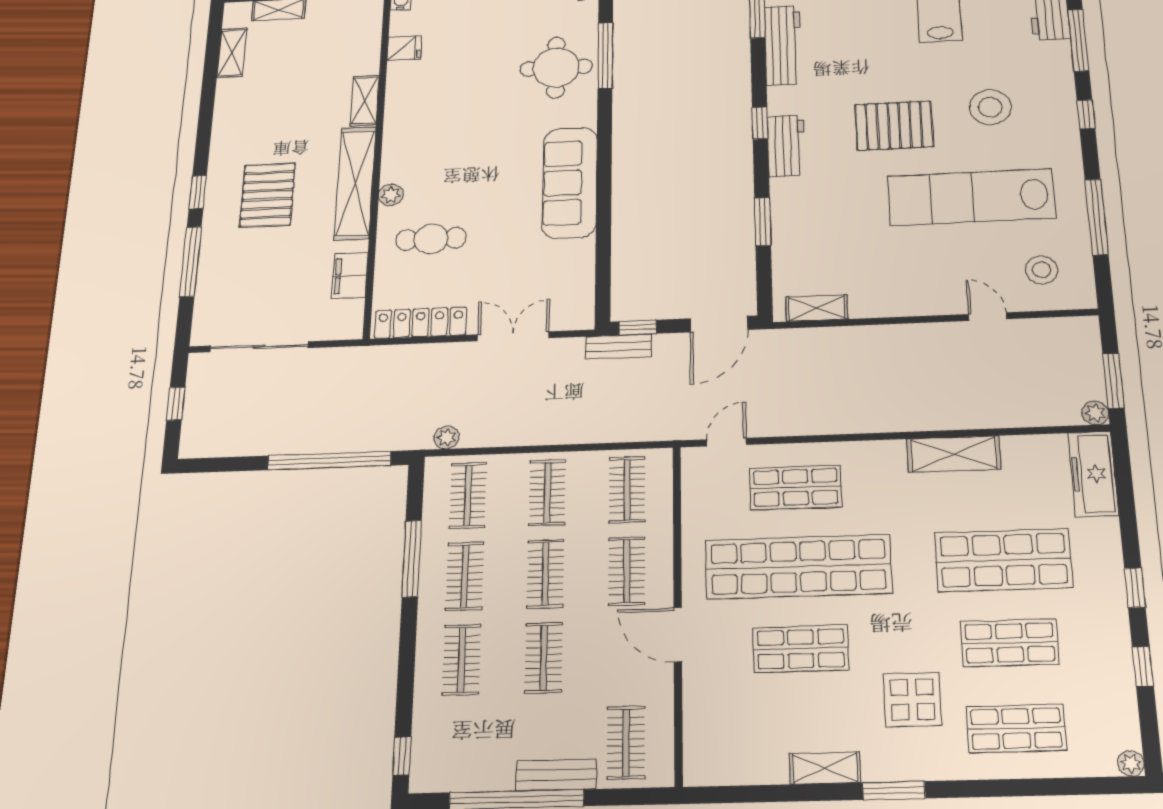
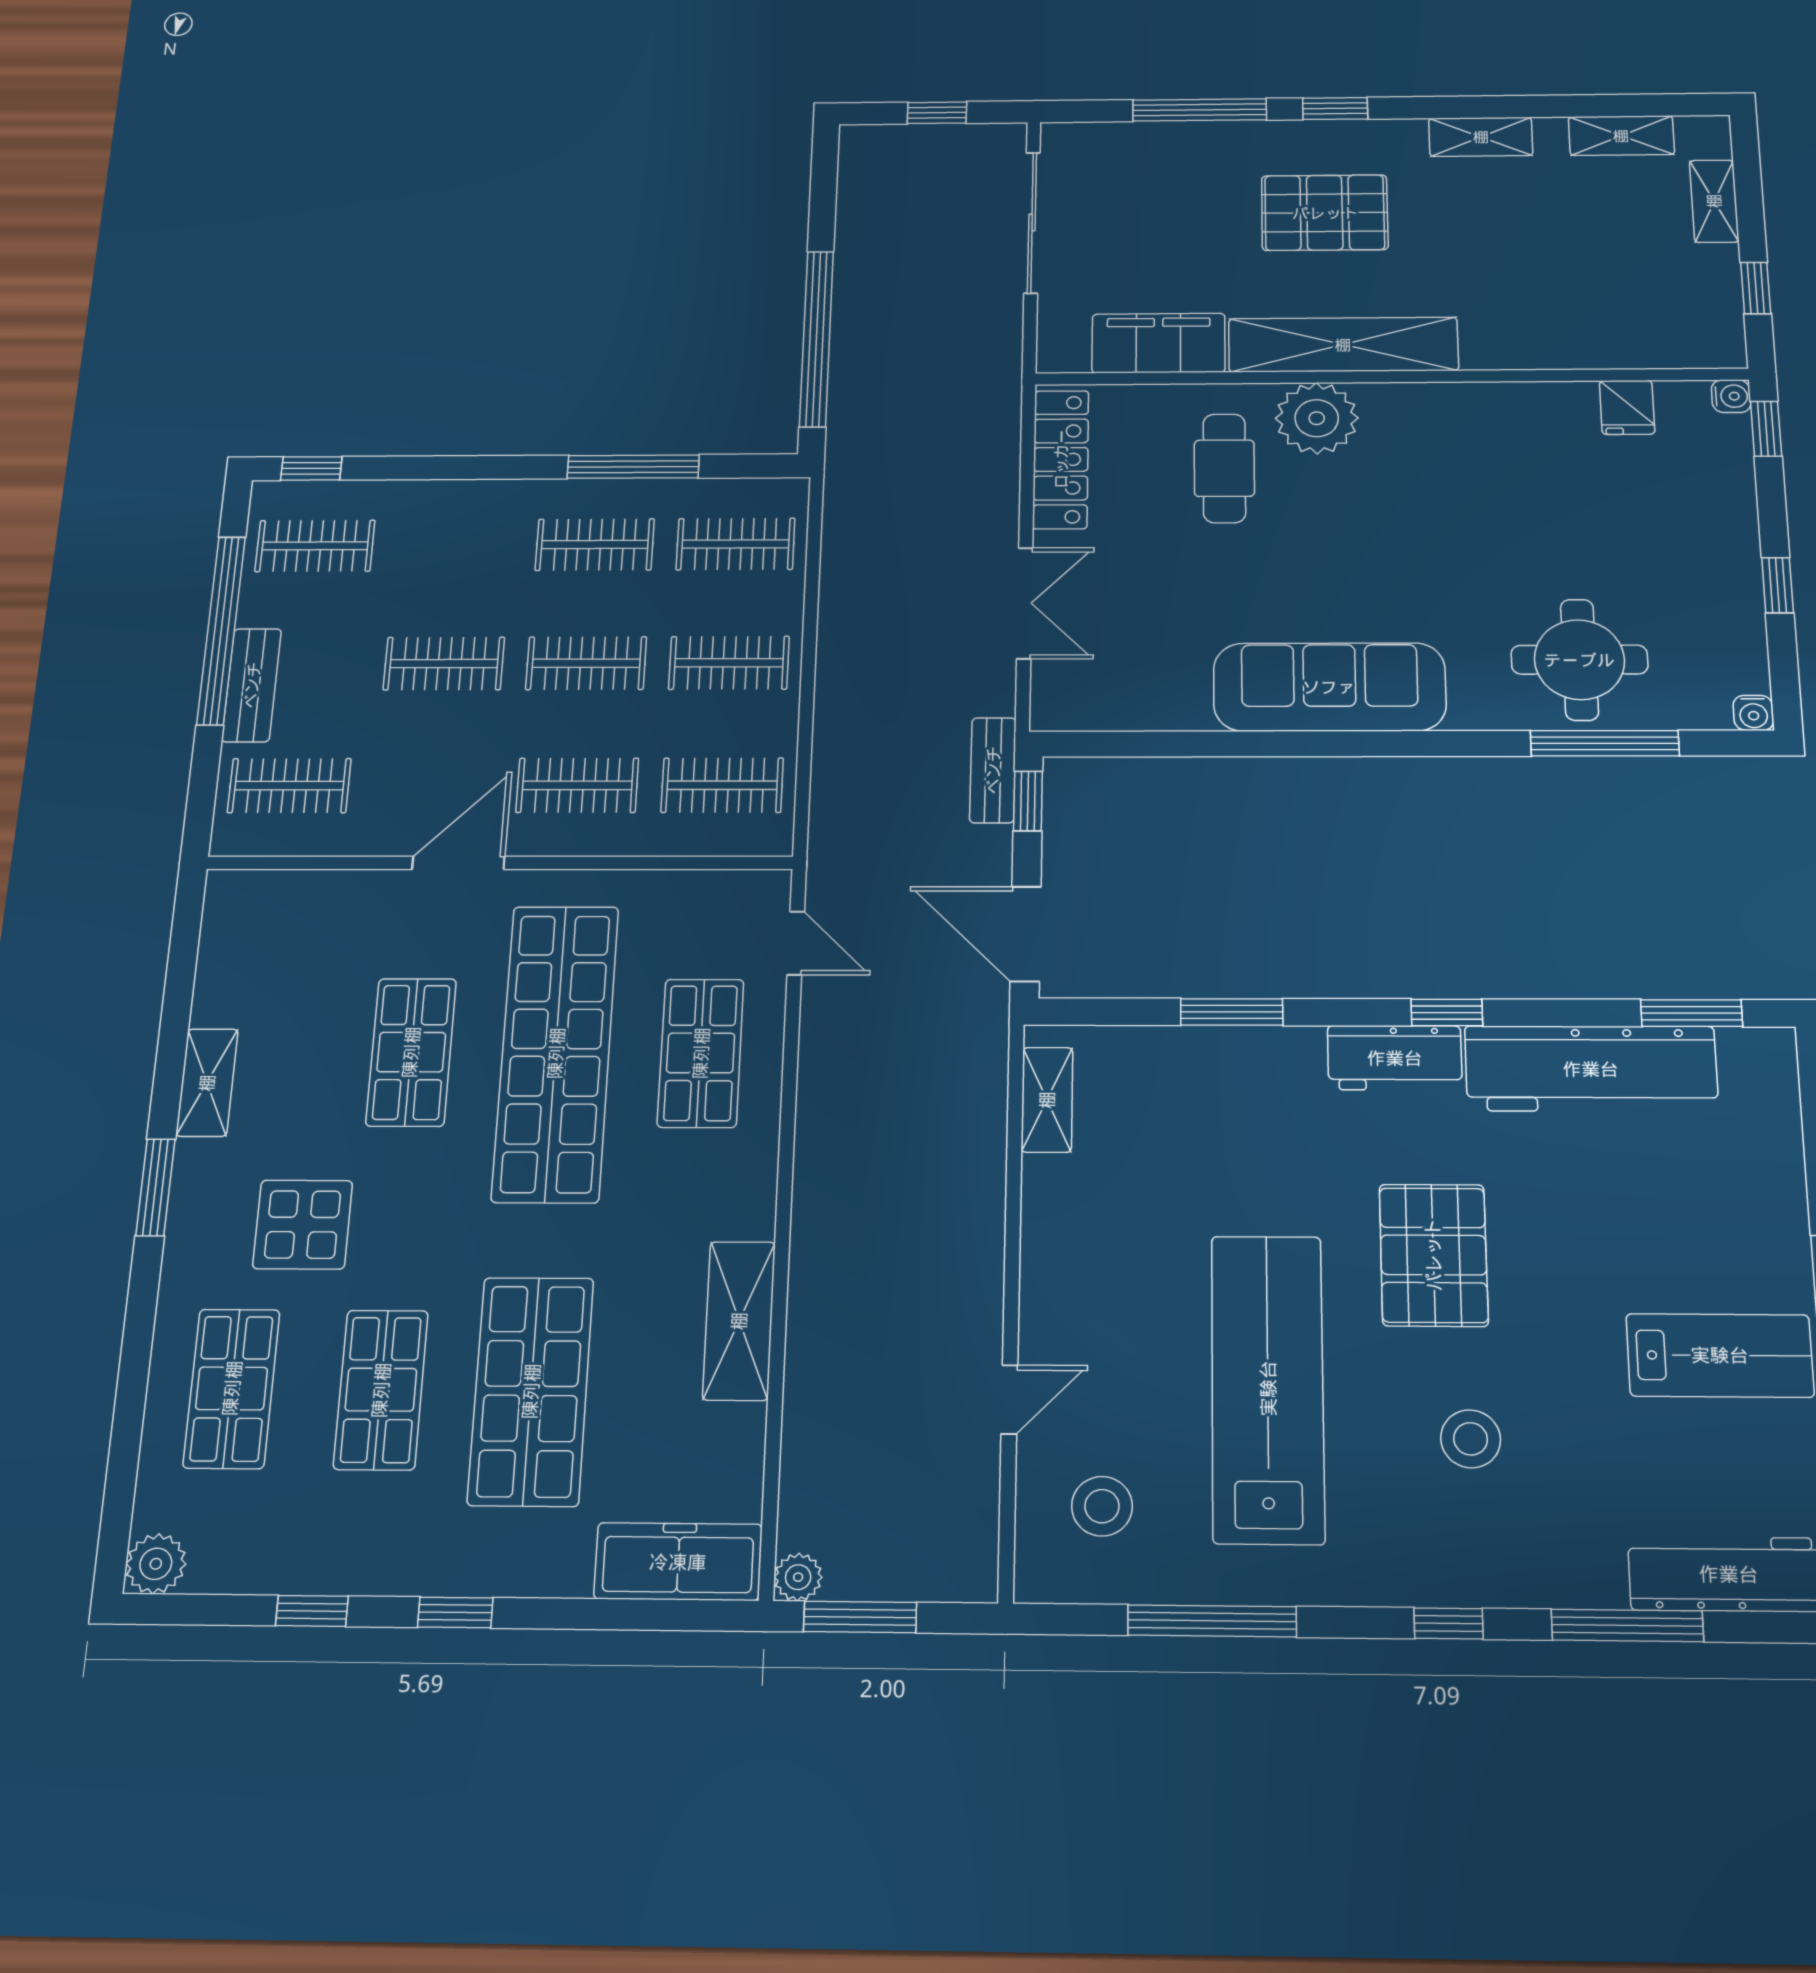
workbench: (783, 45) -> (1591, 1069), width x1.36, depth x1.32
shelving: (365, 100) -> (1481, 137), moved
stool: (990, 107) -> (1471, 1439), width x0.73, depth x0.73
plant: (391, 195) -> (1317, 418), width x1.87, depth x1.87
filing cabinet: (350, 276) -> (1158, 343), width x1.50, depth x1.17
plant: (446, 437) -> (843, 508), removed
clothes rail: (462, 660) -> (315, 546), moved
plant: (1131, 763) -> (156, 1564), width x1.38, depth x1.38

